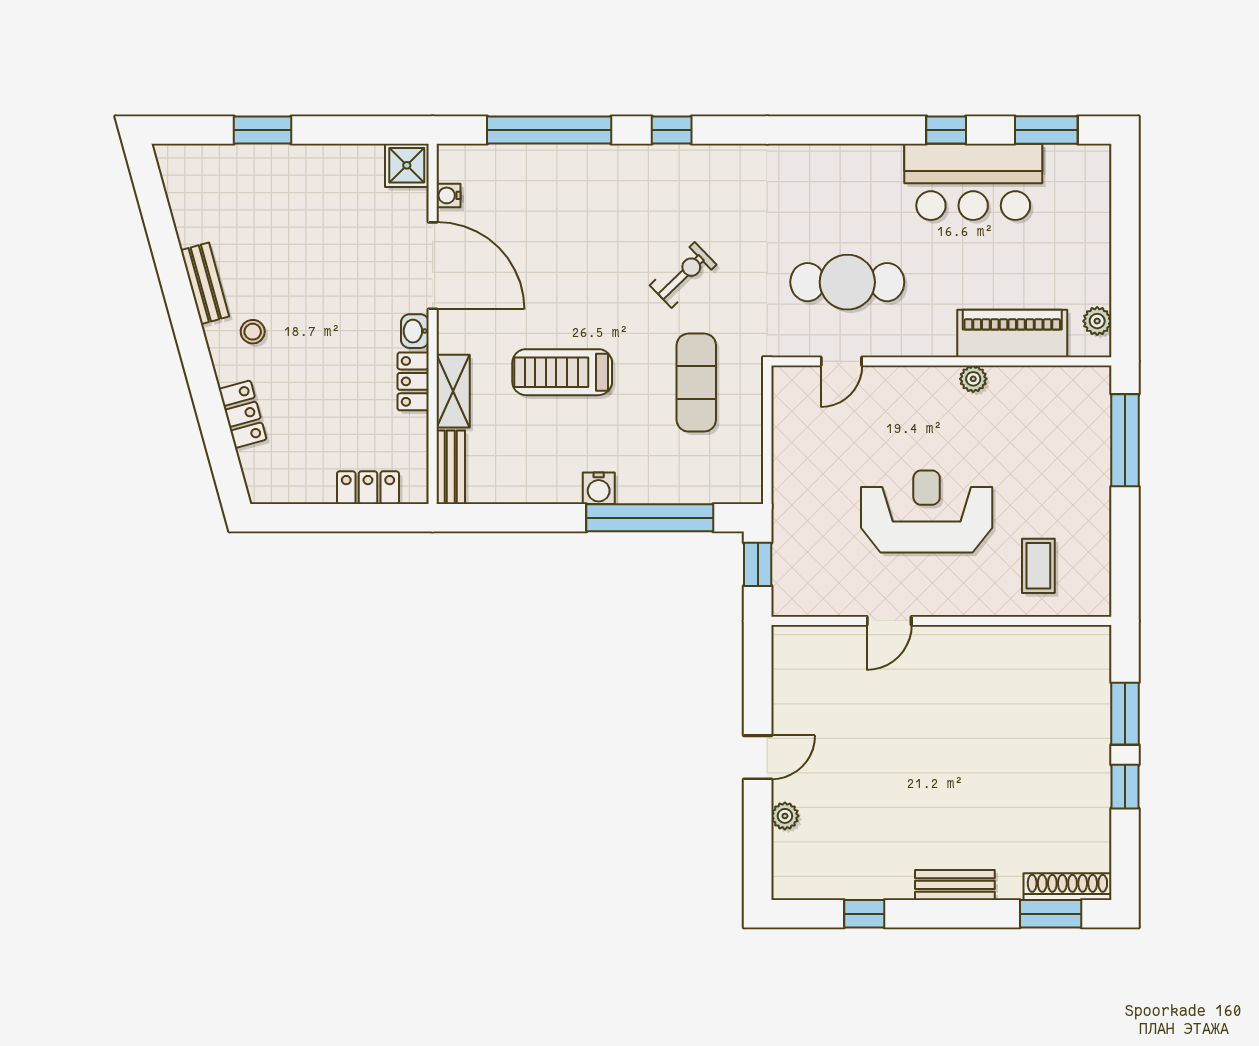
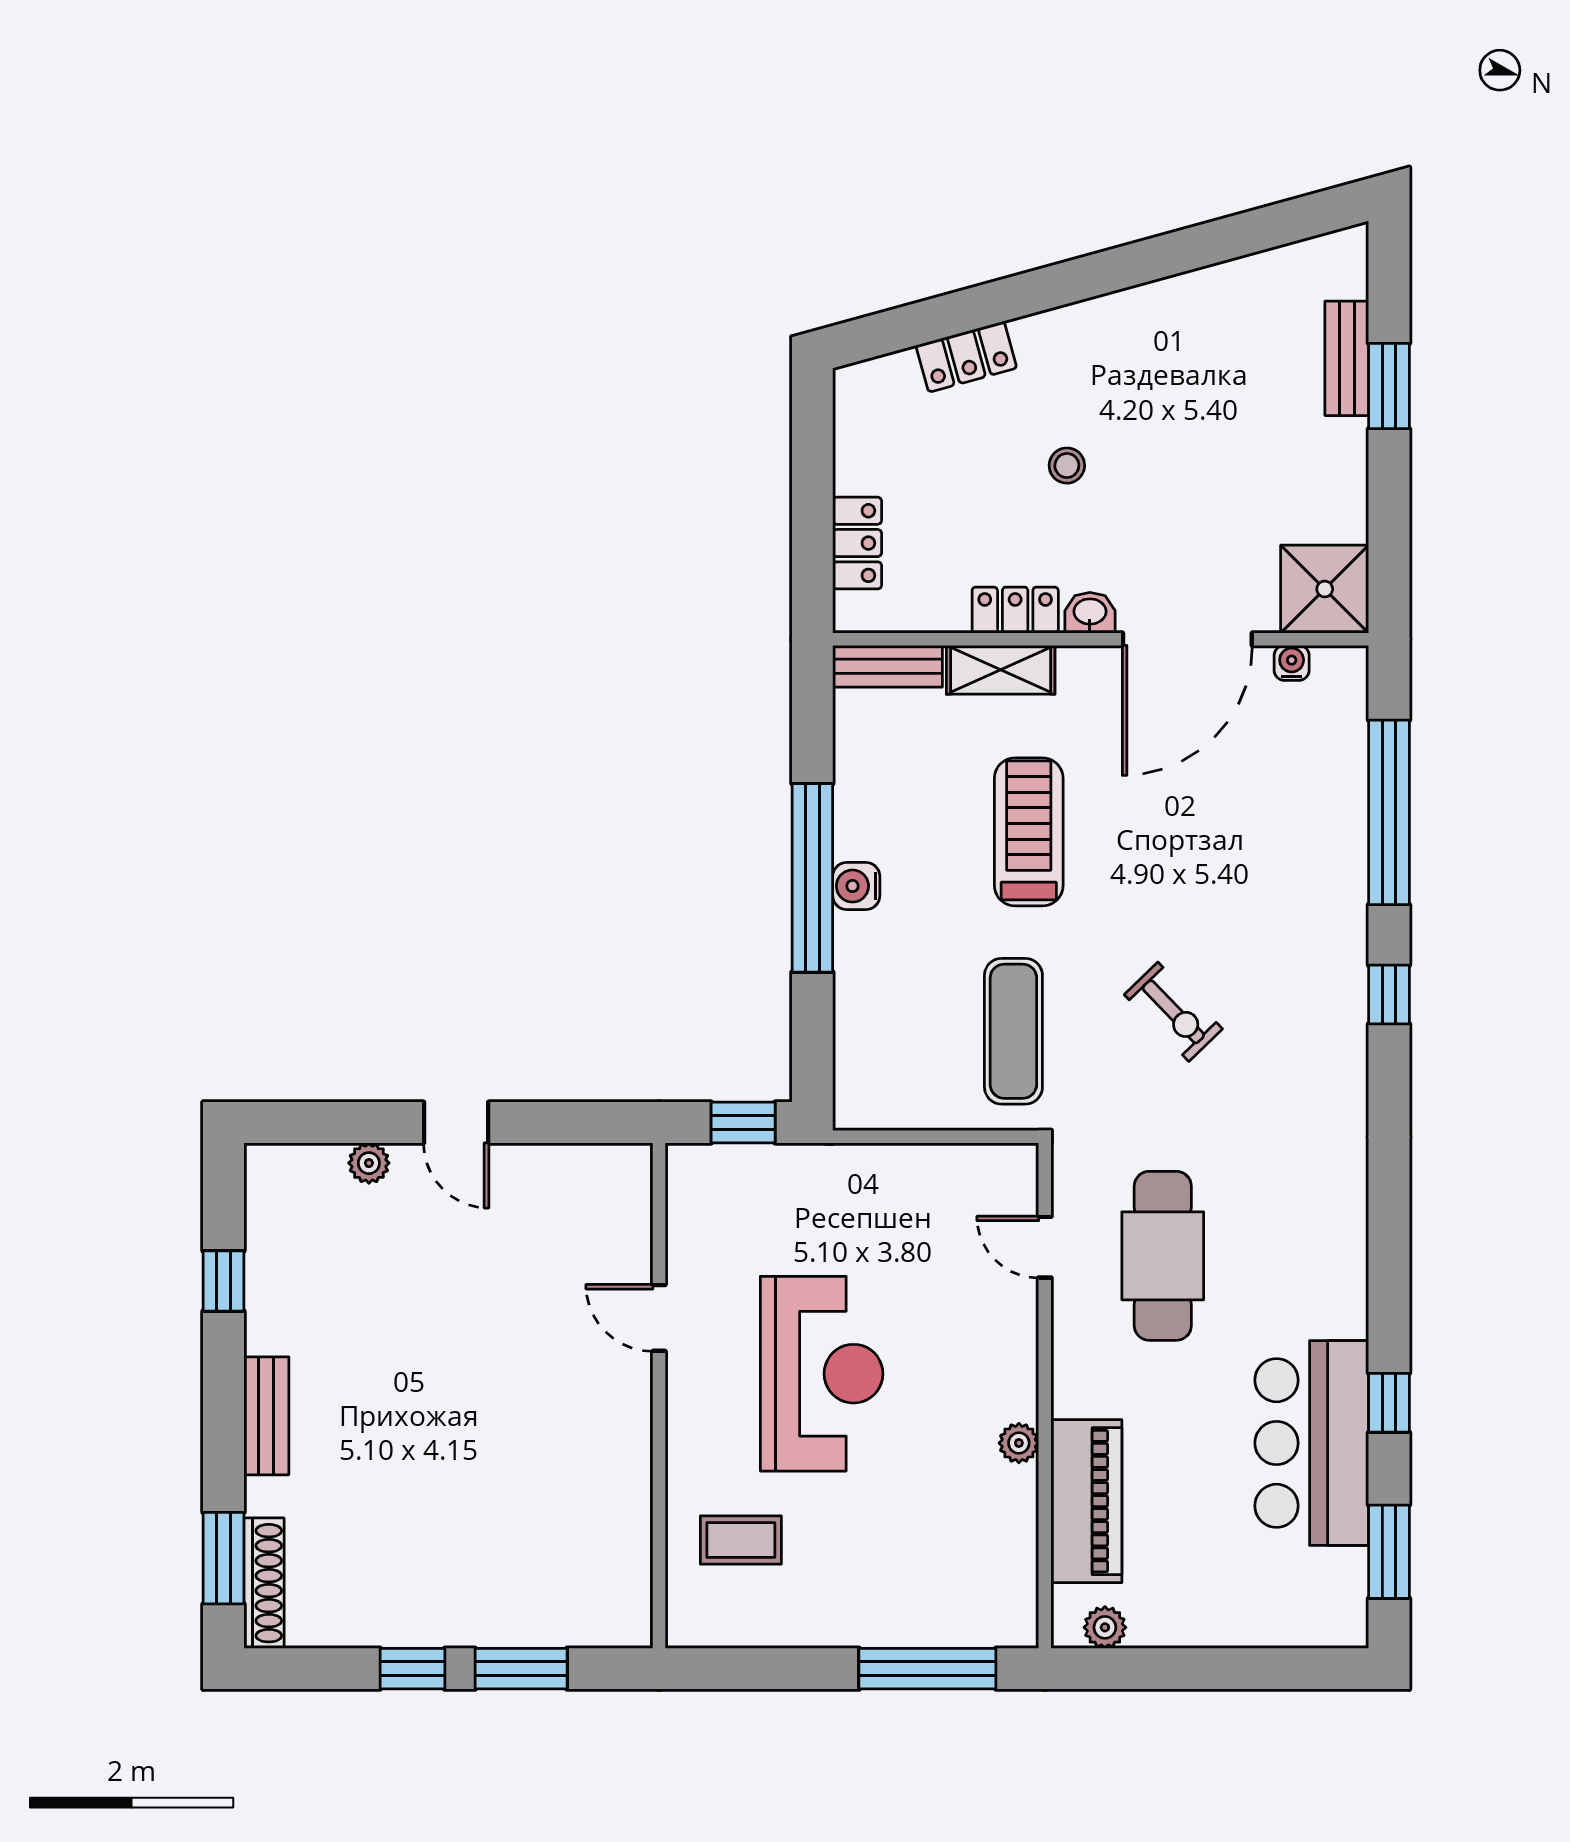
shower: (407, 165) -> (1325, 589), width x1.36, depth x1.36
bench: (205, 283) -> (1347, 358), moved, turned -75
stool: (253, 332) -> (1067, 466), moved
exercise mat: (696, 383) -> (1013, 1031), turned 90
window: (650, 518) -> (812, 878), moved

